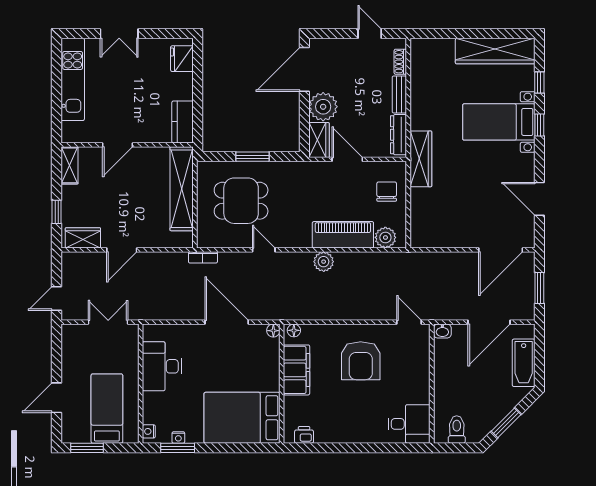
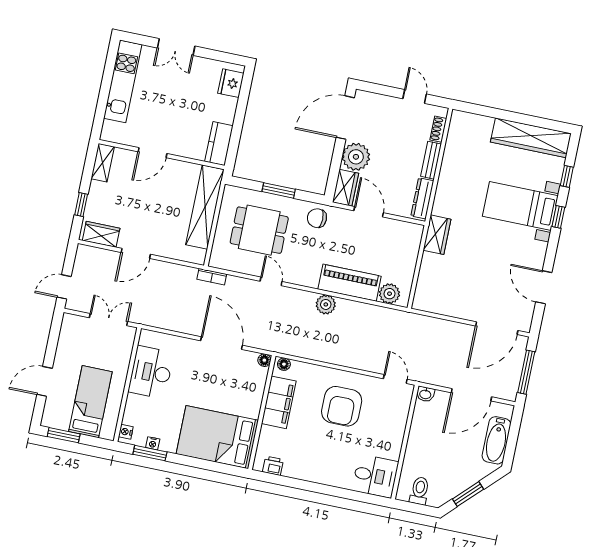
wardrobe: (421, 159) -> (437, 235), width x0.67
chair: (387, 192) -> (317, 218), moved, turned -90
window: (539, 288) -> (526, 372), width x1.44

